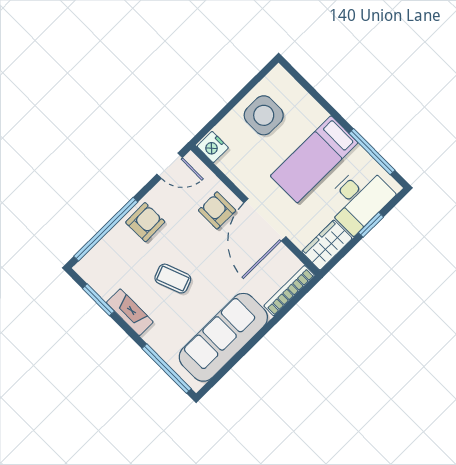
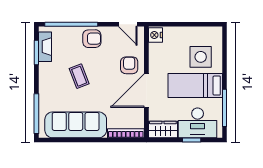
side table: (264, 115) -> (201, 57), moved
fireplace: (130, 312) -> (45, 47), moved

